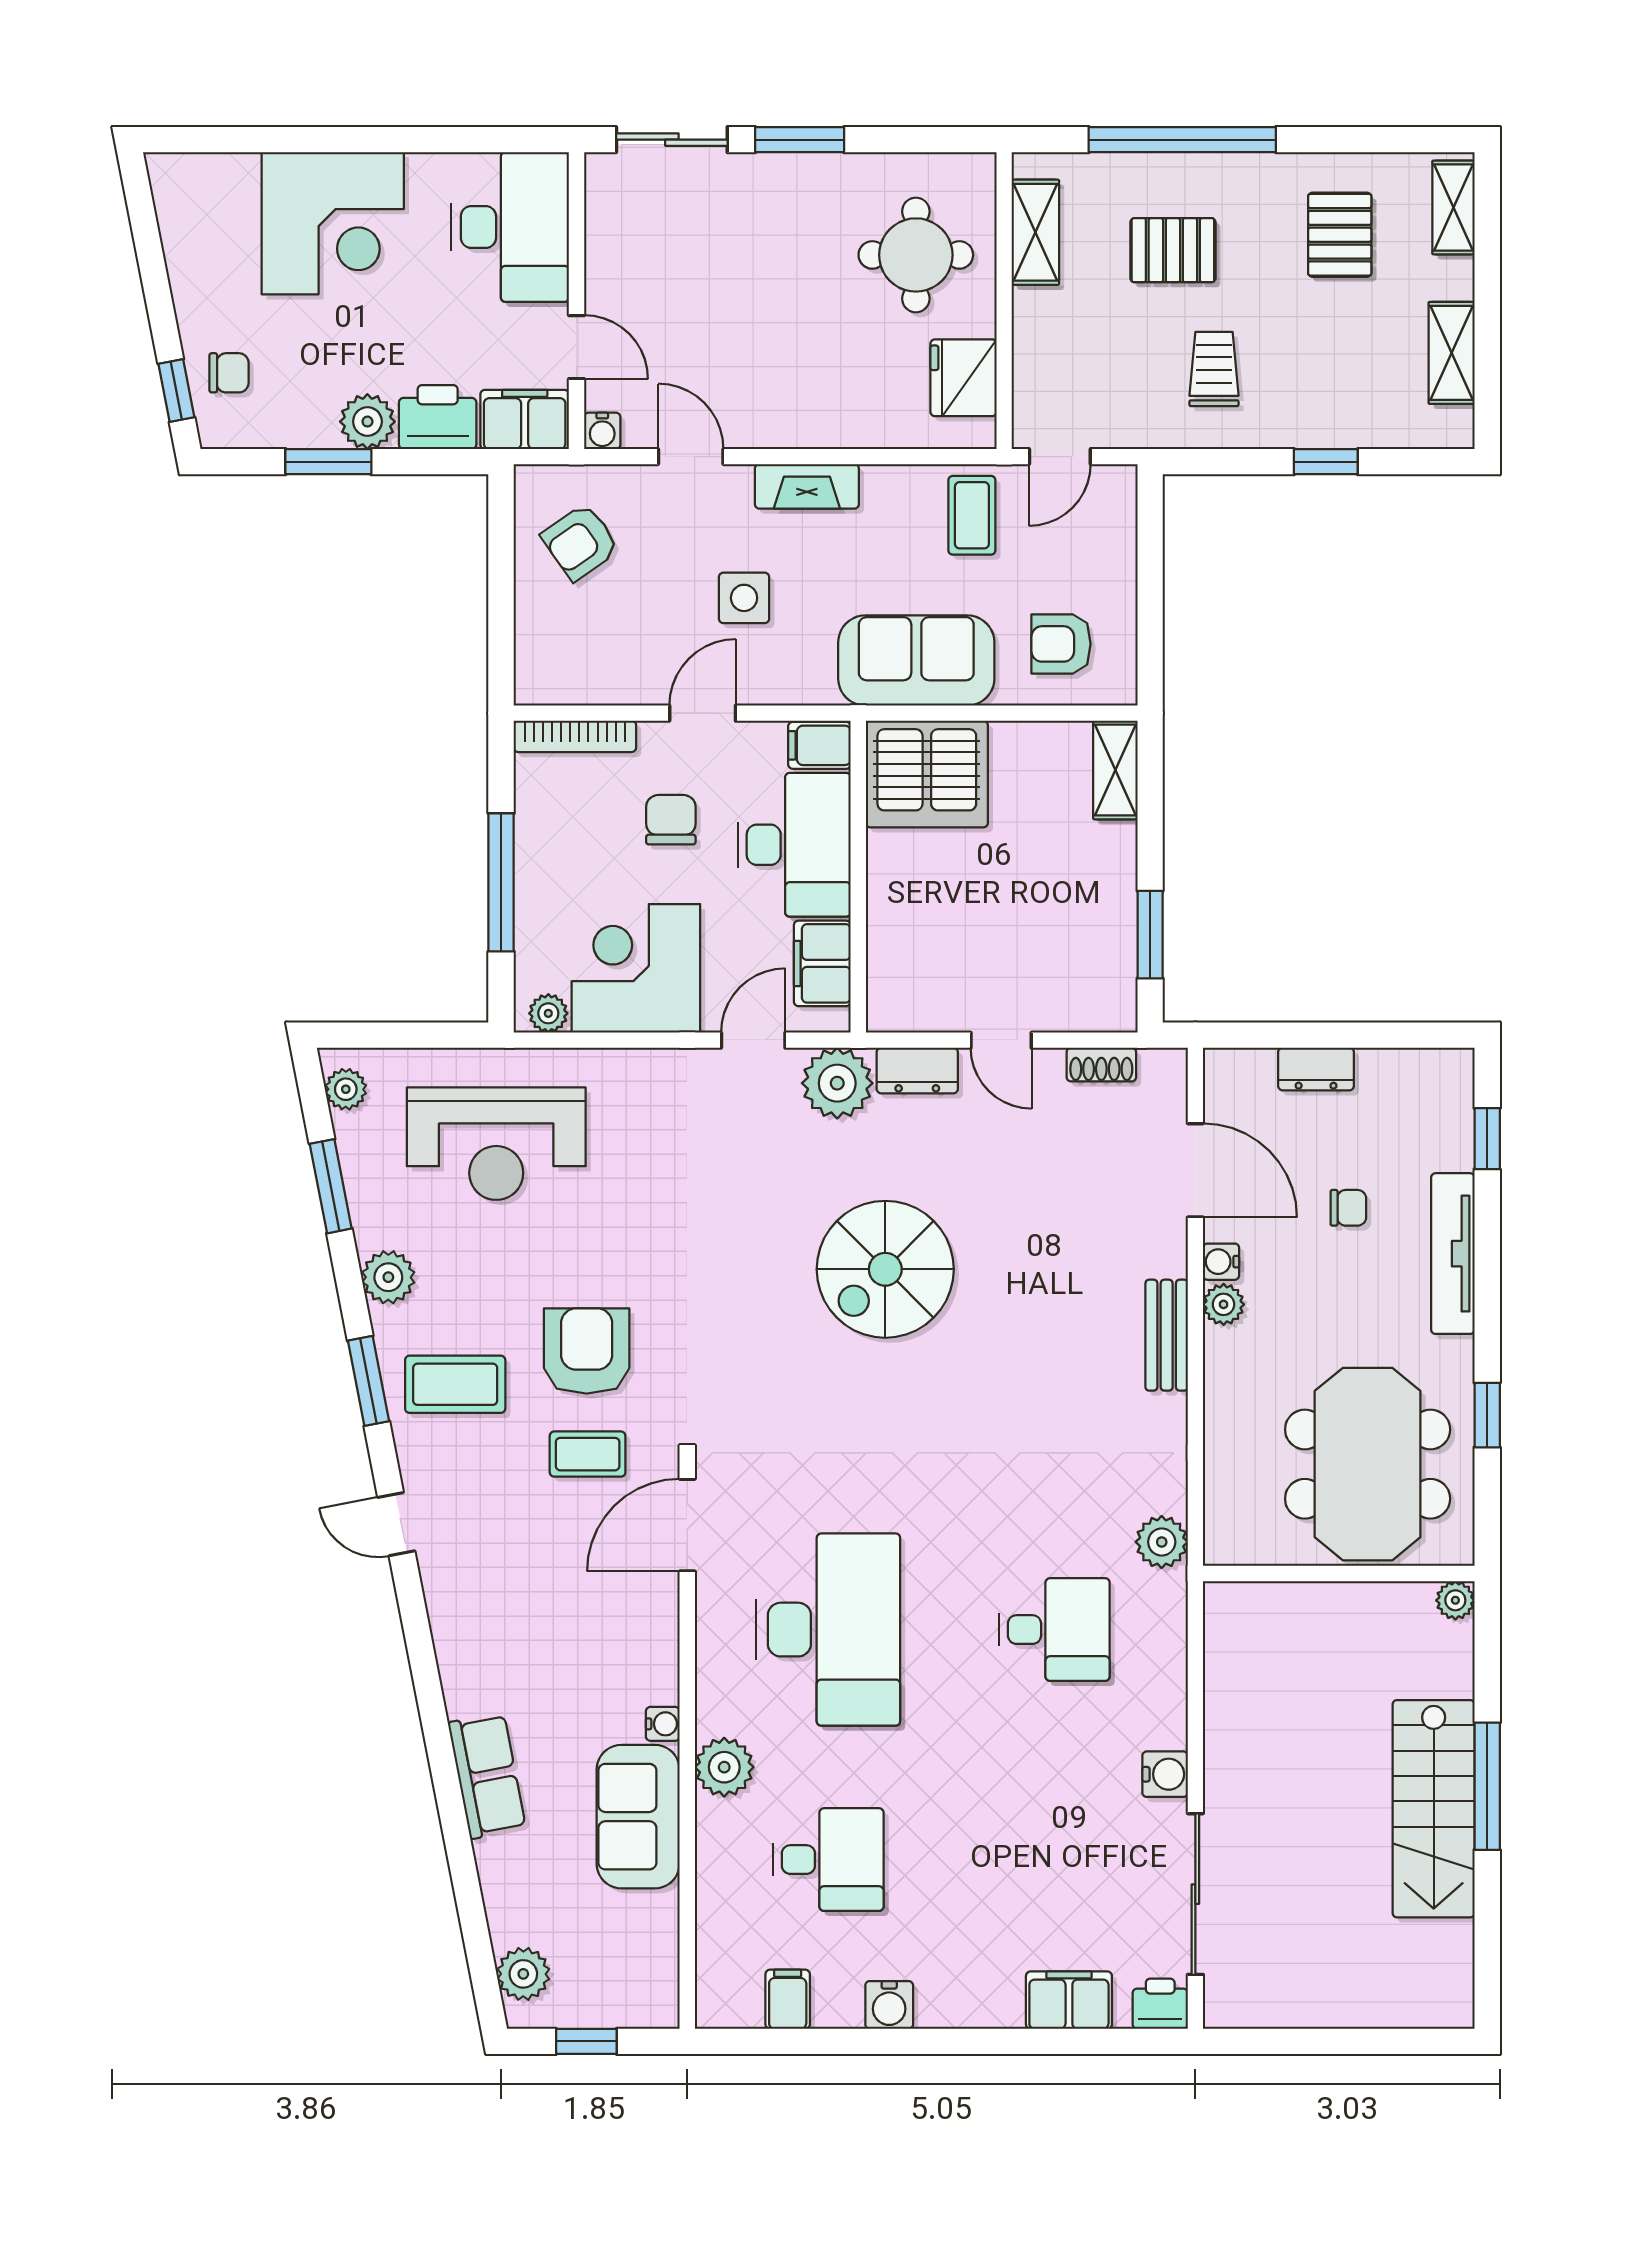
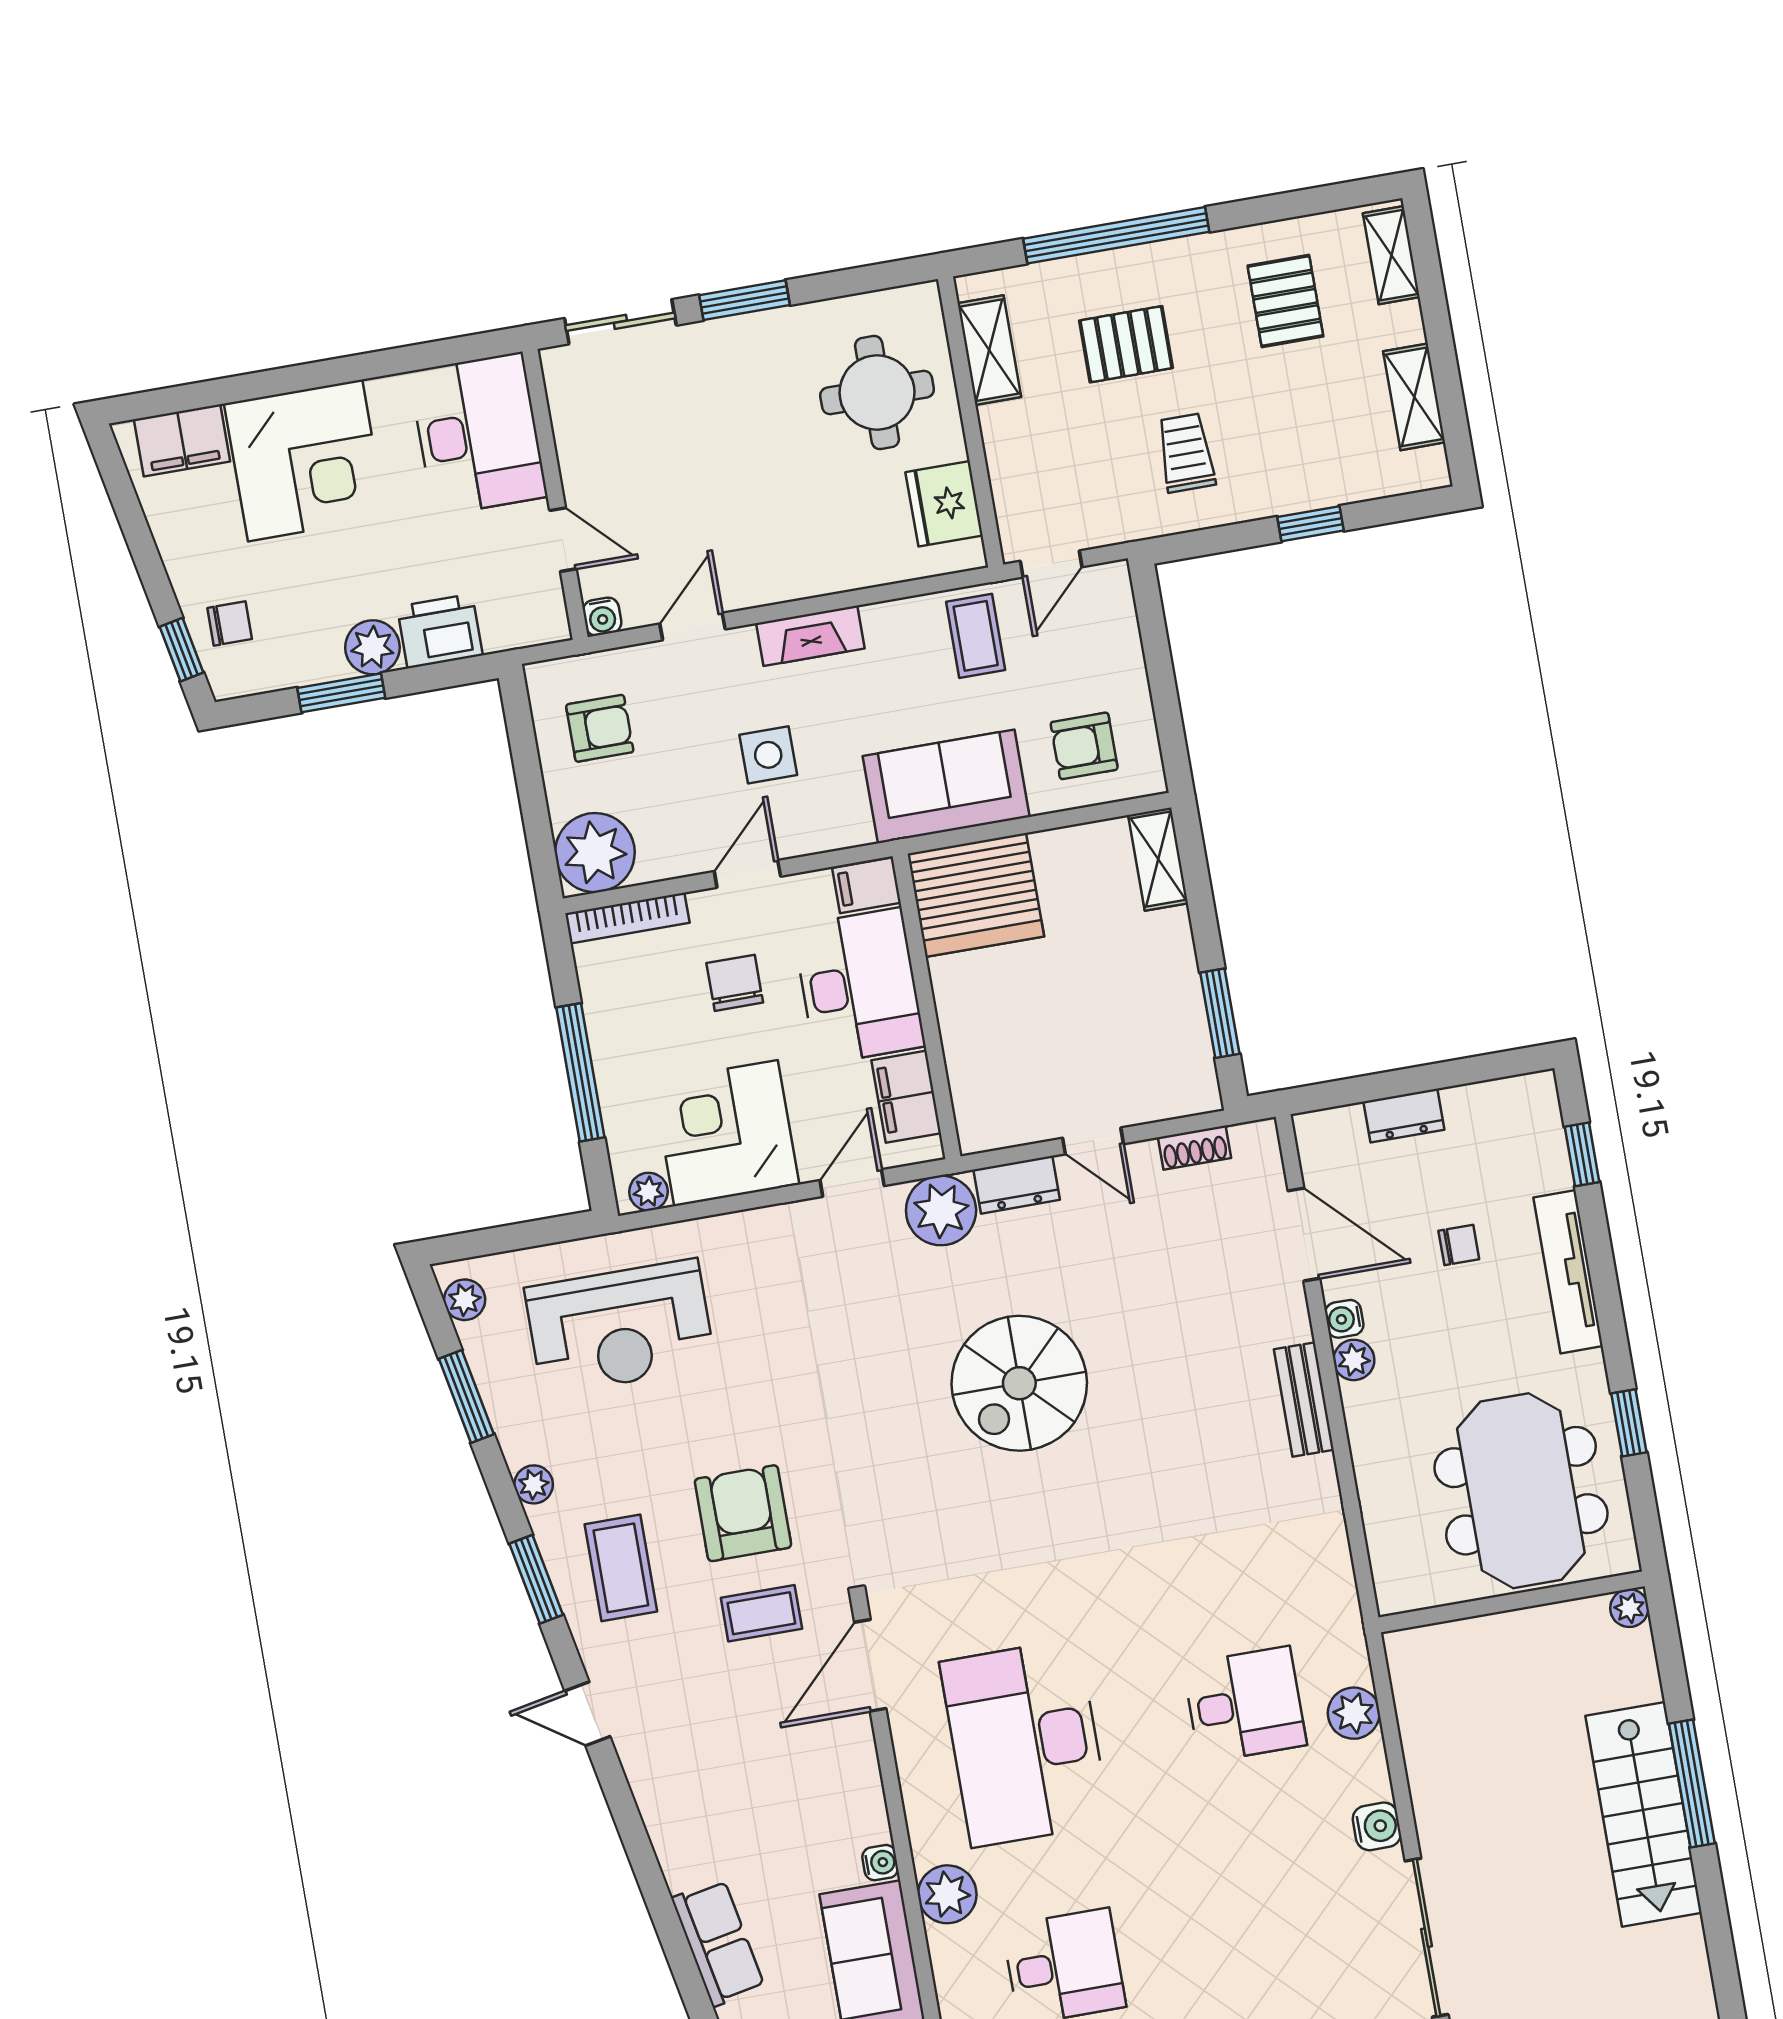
filing cabinet: (525, 419) -> (182, 440), moved, turned 180
door: (691, 457) -> (693, 627), hinge flipped
armchair: (580, 542) -> (600, 728), turned -145
plant: (554, 665) -> (595, 853), added
plant: (388, 1277) -> (534, 1484), width x0.73, depth x0.73
coffee table: (455, 1384) -> (621, 1568), turned 90
plant: (1162, 1542) -> (1354, 1713), moved
desk: (828, 1630) -> (1025, 1743), turned 180

